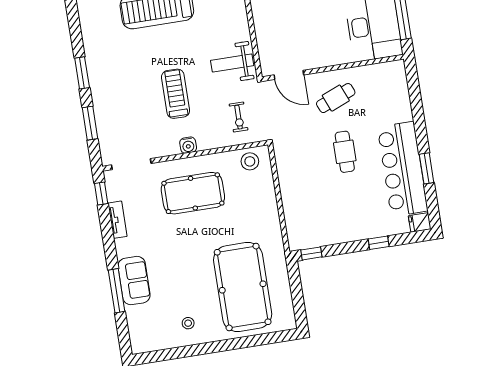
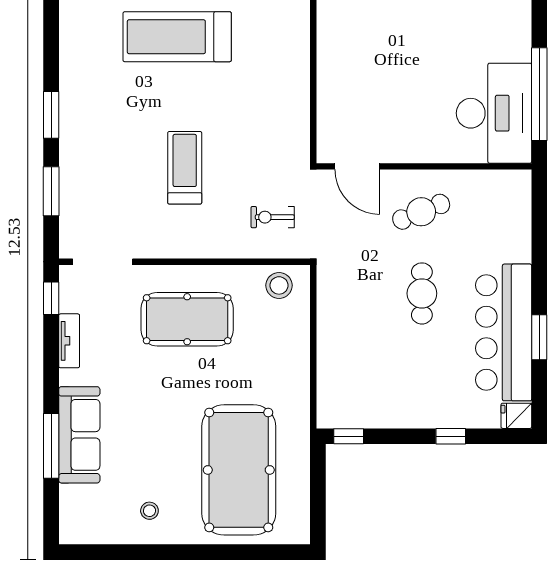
weight bench: (232, 63) -> (276, 135), removed
exercise bike: (239, 117) -> (273, 217), turned 90
water cooler: (188, 145) -> (191, 247), removed
sofa: (134, 281) -> (79, 435), width x1.36

